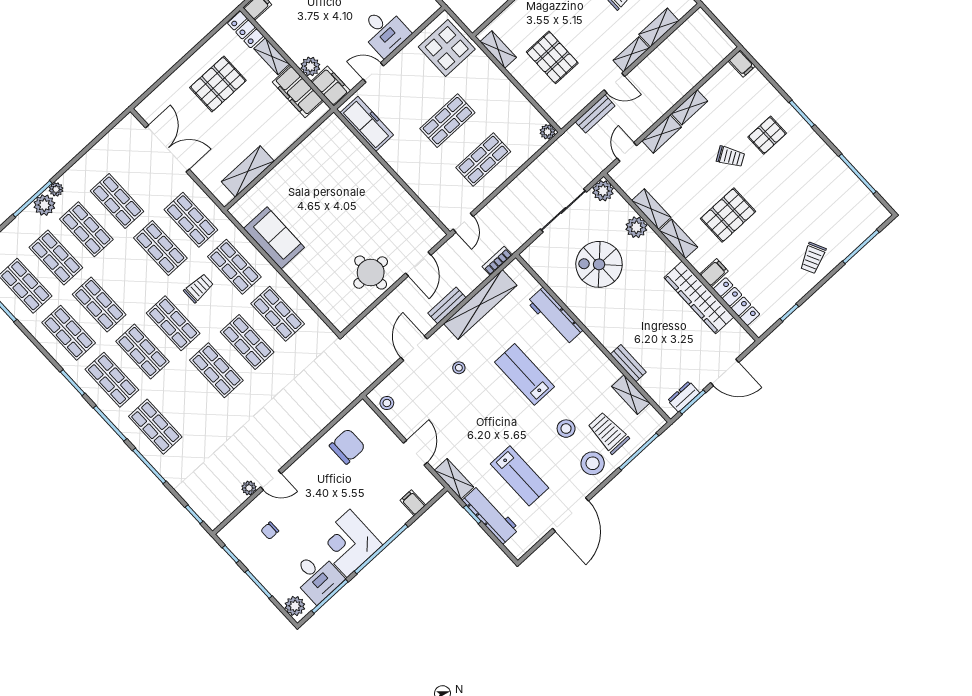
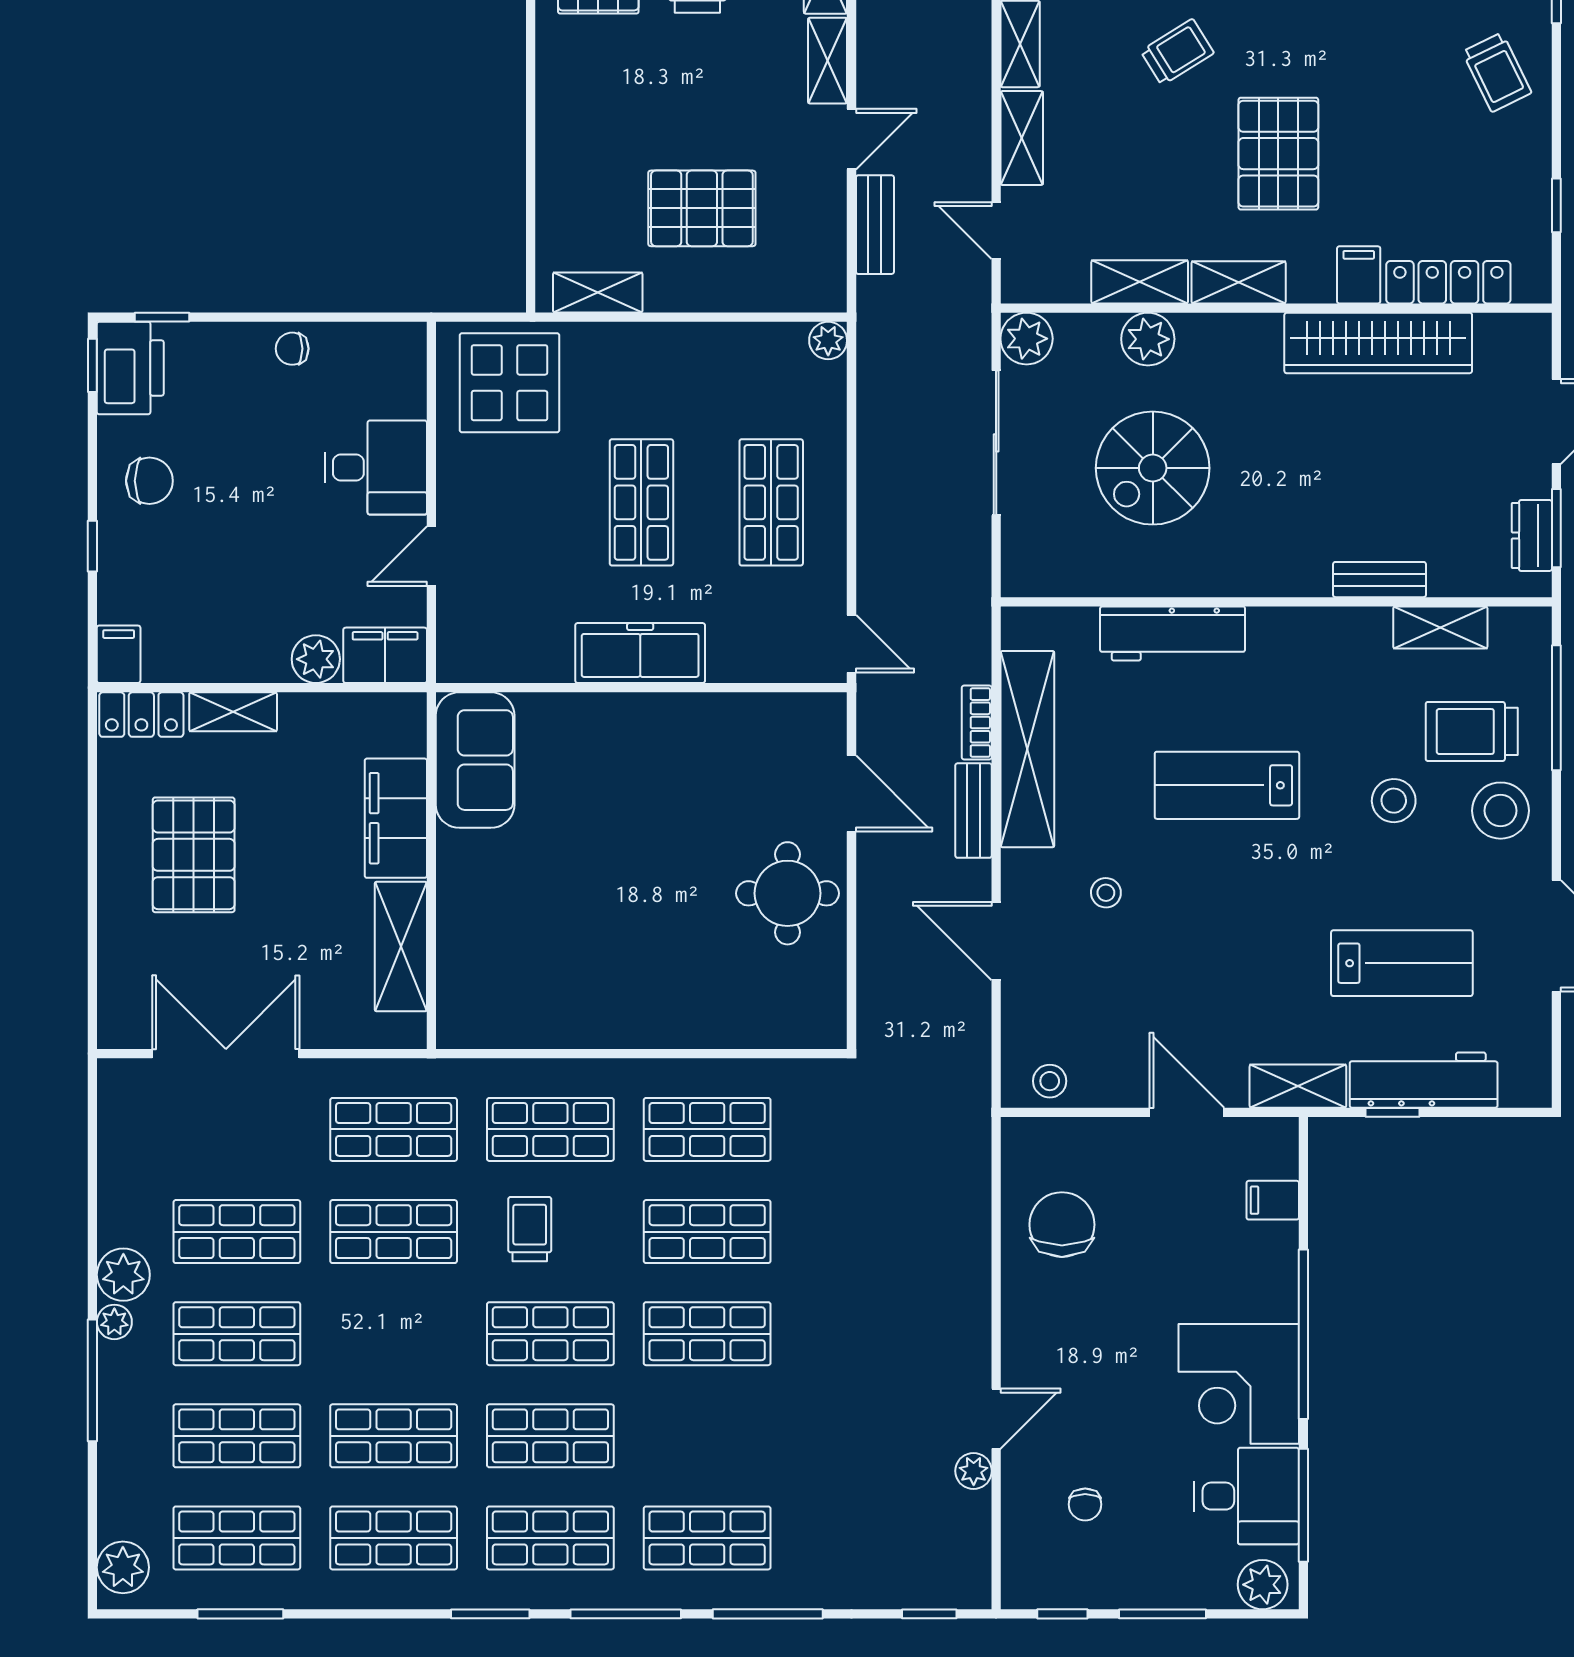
filing cabinet: (298, 91) -> (396, 818), moved, turned 90
freezer: (367, 124) -> (640, 653), moved
plant: (44, 205) -> (123, 1275), moved
sofa: (274, 238) -> (475, 760), moved, turned 90
bookcase: (497, 261) -> (977, 723), moved

